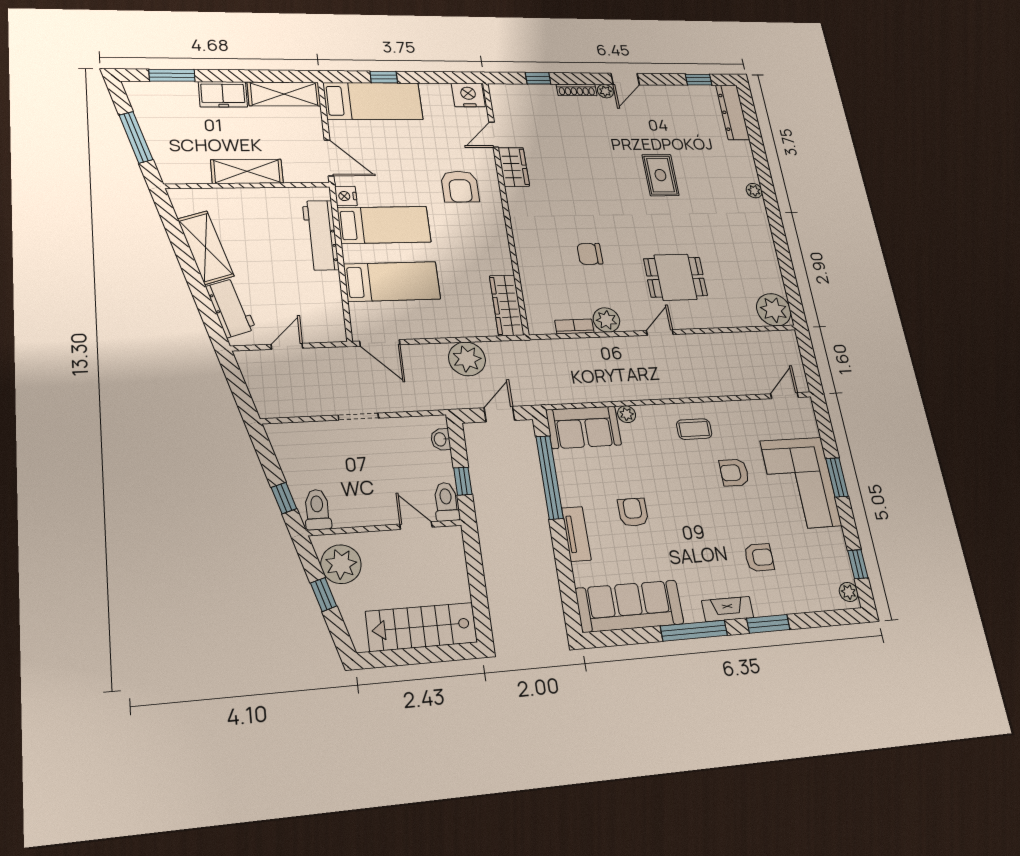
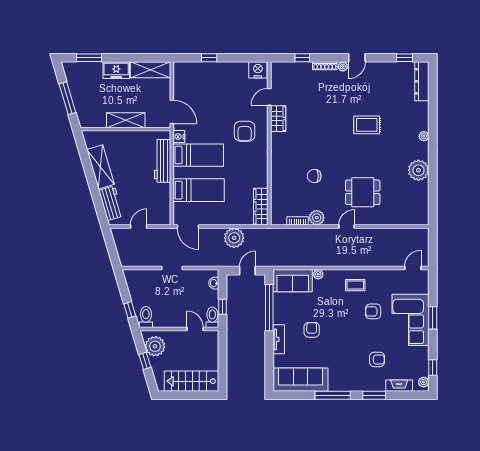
bed: (373, 101) -> (201, 74), removed
rug: (660, 175) -> (367, 125), turned 90
plant: (774, 310) -> (418, 170), moved
fireplace: (728, 609) -> (399, 386), moved

